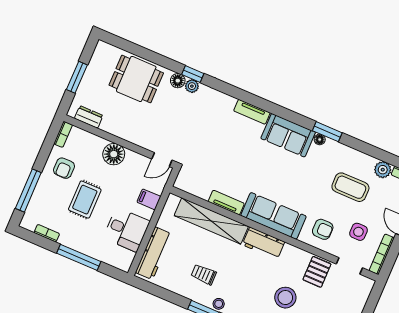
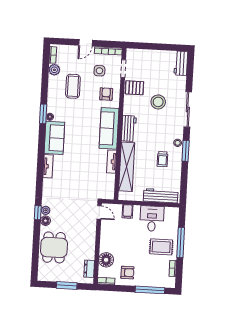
floor lamp: (114, 154) -> (106, 260), moved
rug: (85, 200) -> (161, 247), moved

